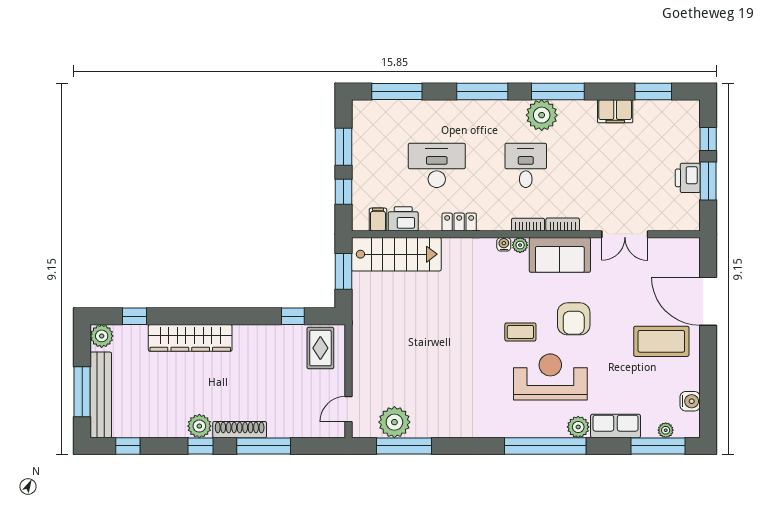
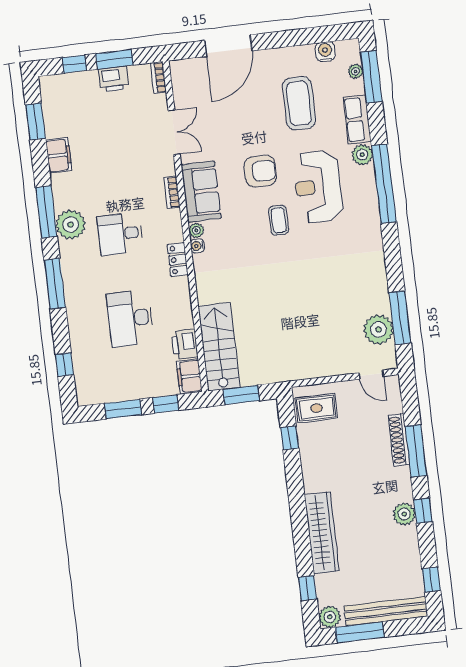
window: (397, 91) -> (64, 365), width x0.46
filing cabinet: (378, 220) -> (189, 376), width x2.00
locker: (459, 222) -> (178, 260), moved
bookcase: (528, 225) -> (158, 78), moved
coffee table: (661, 341) -> (299, 103), moved
window: (82, 392) -> (360, 632), moved
shoe rack: (240, 430) -> (399, 440), moved

